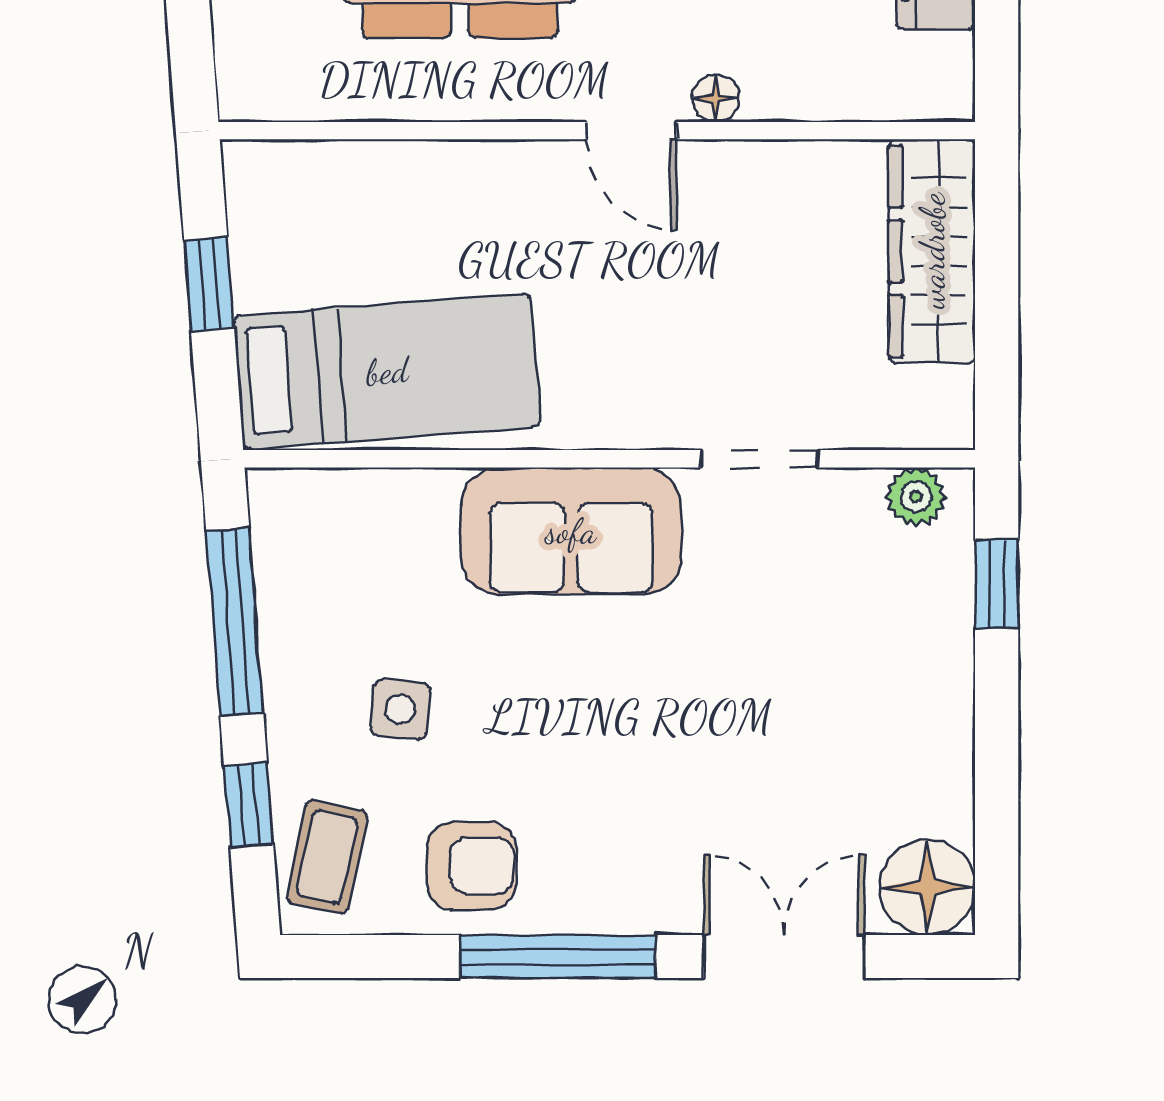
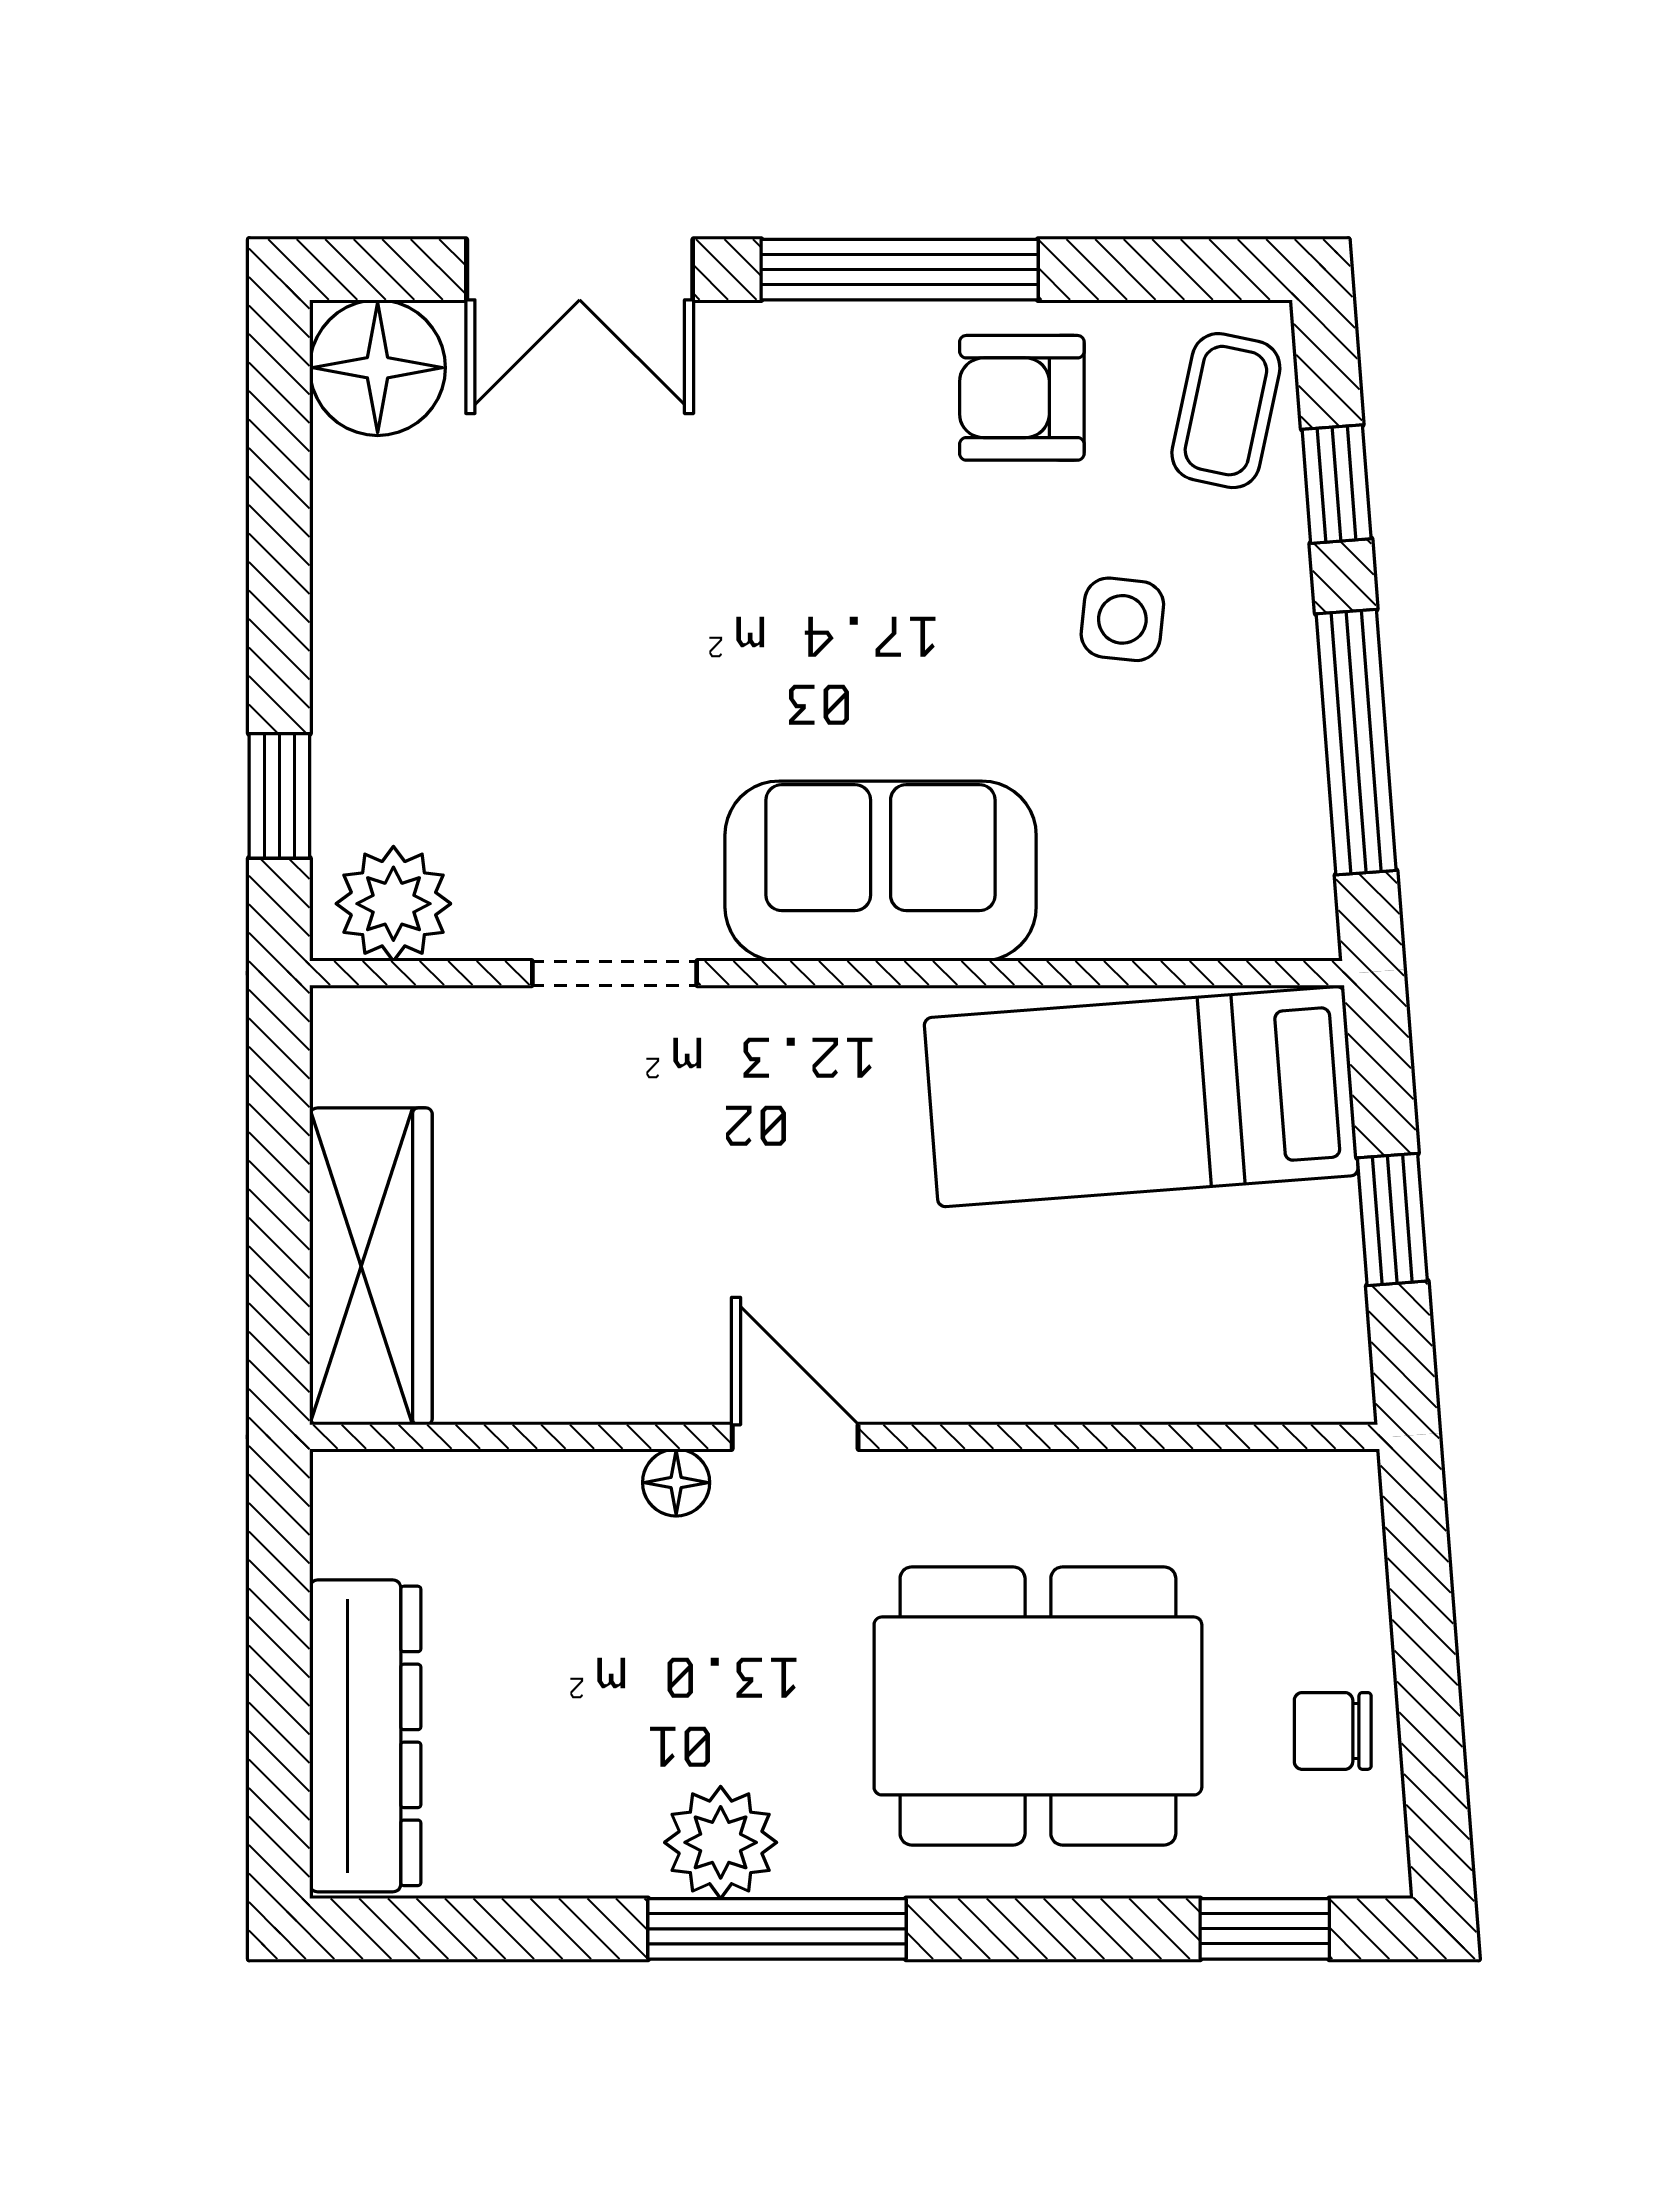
plant: (916, 497) -> (393, 904), width x1.38, depth x1.38

